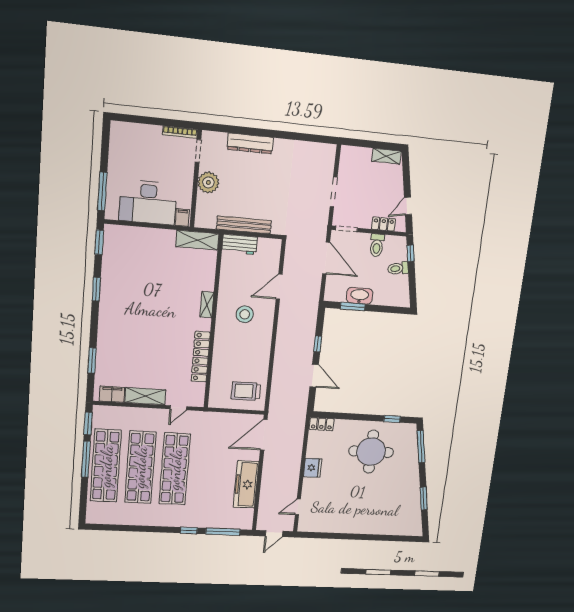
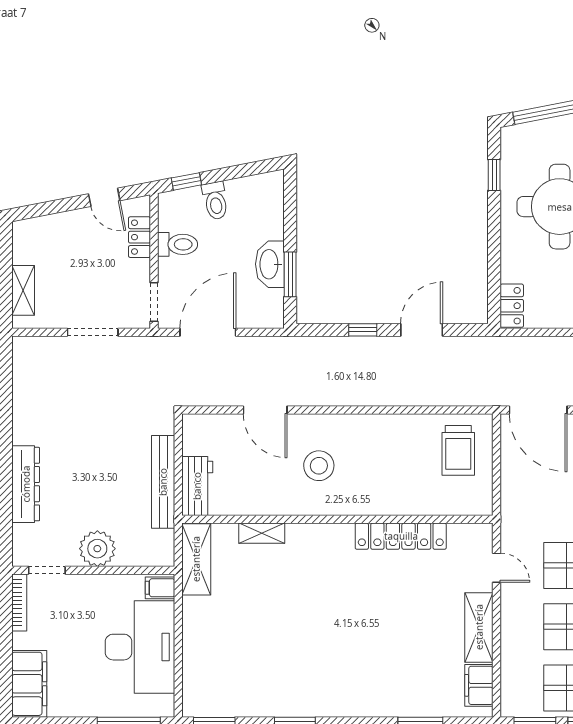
filing cabinet: (130, 133) -> (29, 684), added
shelving: (386, 156) -> (23, 290), moved
shelving: (207, 305) -> (262, 533), moved

